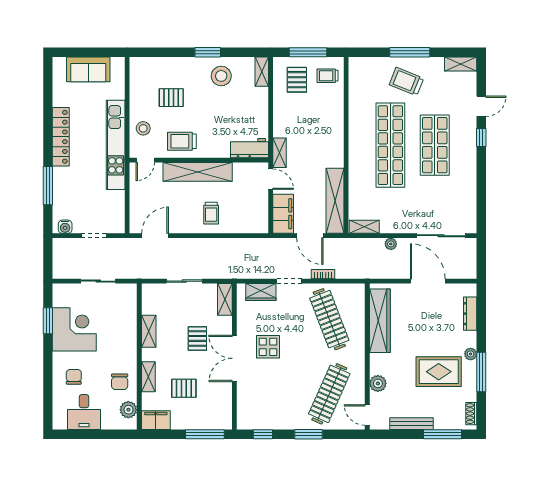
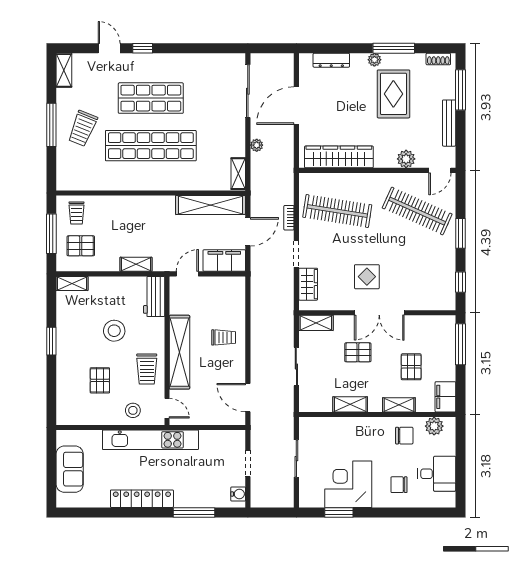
stool: (221, 76) -> (114, 331), moved
shelving: (280, 153) -> (136, 264), moved
clothes rail: (329, 319) -> (337, 211), turned 30

